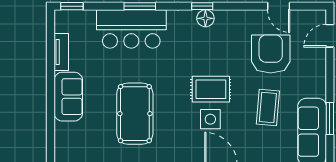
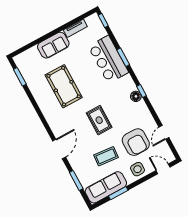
armchair: (271, 54) -> (136, 142), turned 90
pool table: (135, 114) -> (64, 86), turned 90
side table: (210, 119) -> (137, 169), moved

